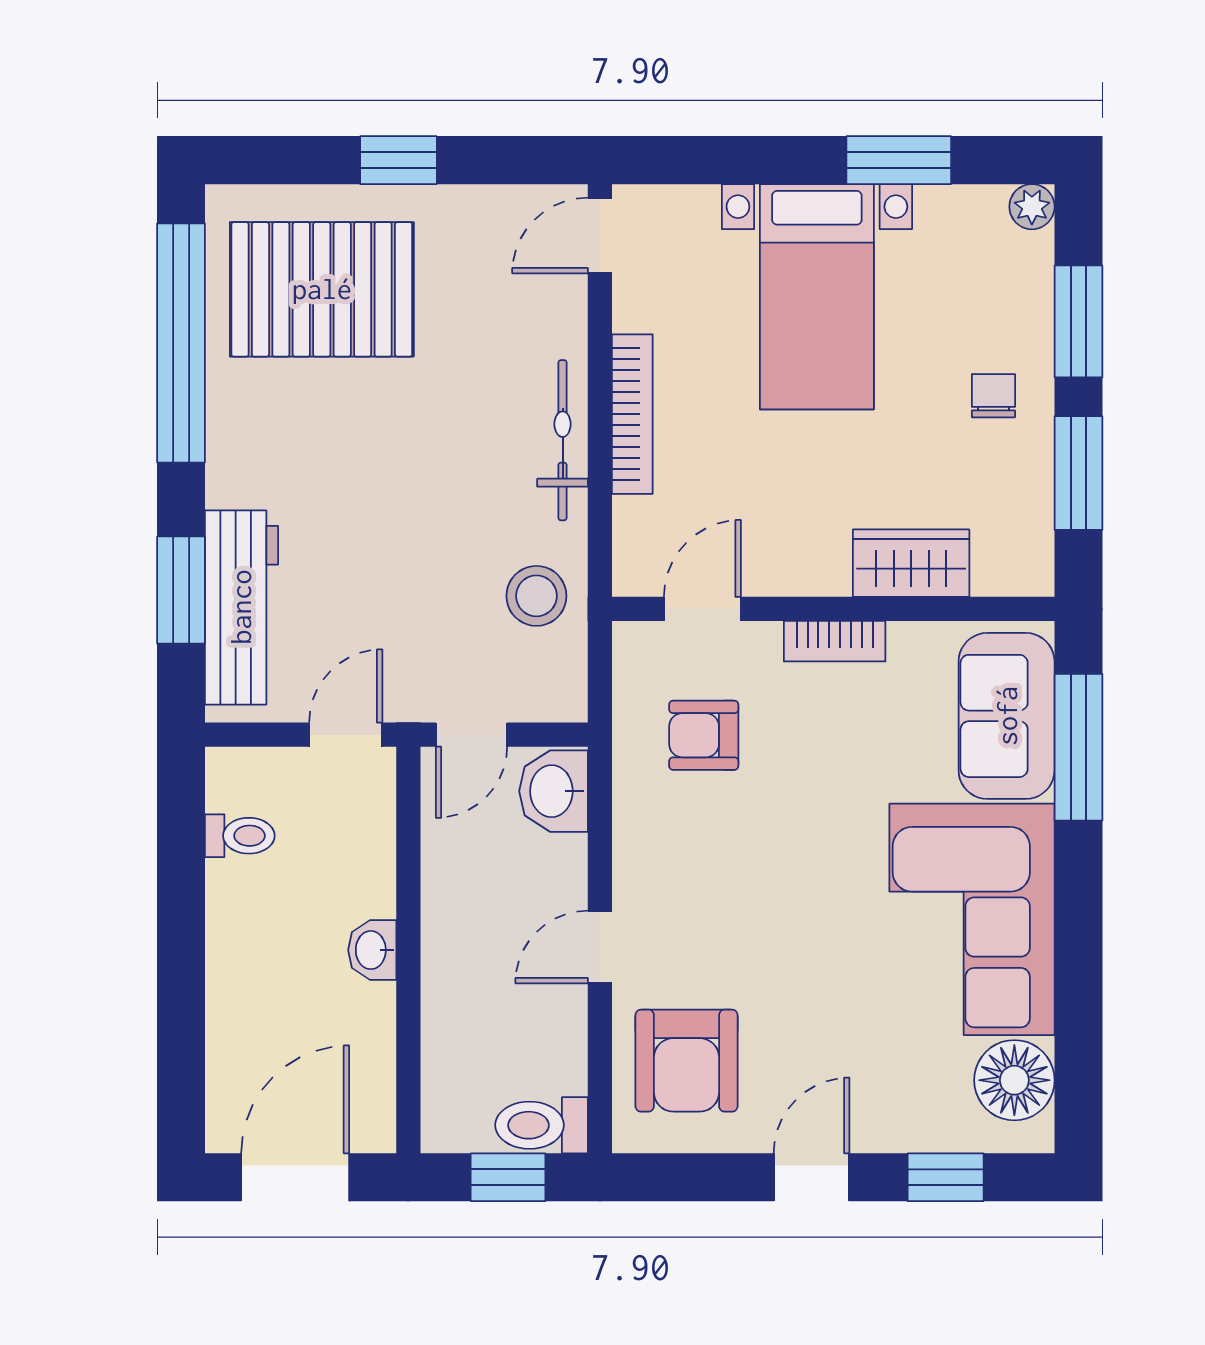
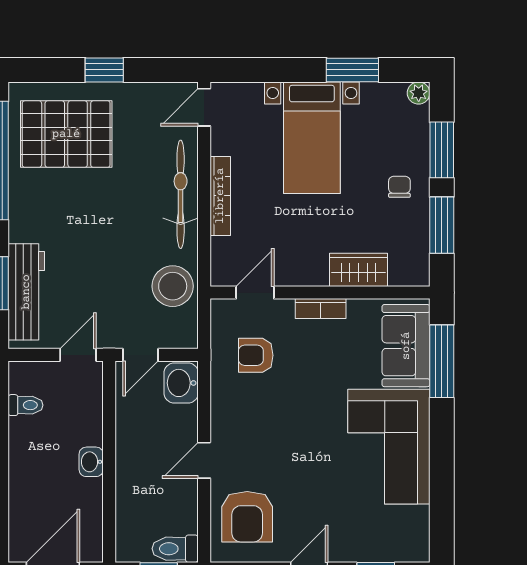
bicycle: (563, 440) -> (181, 194), width x1.37, depth x1.40
stool: (536, 596) -> (173, 286), width x1.38, depth x1.38
floor lamp: (1014, 1080) -> (410, 526), removed

